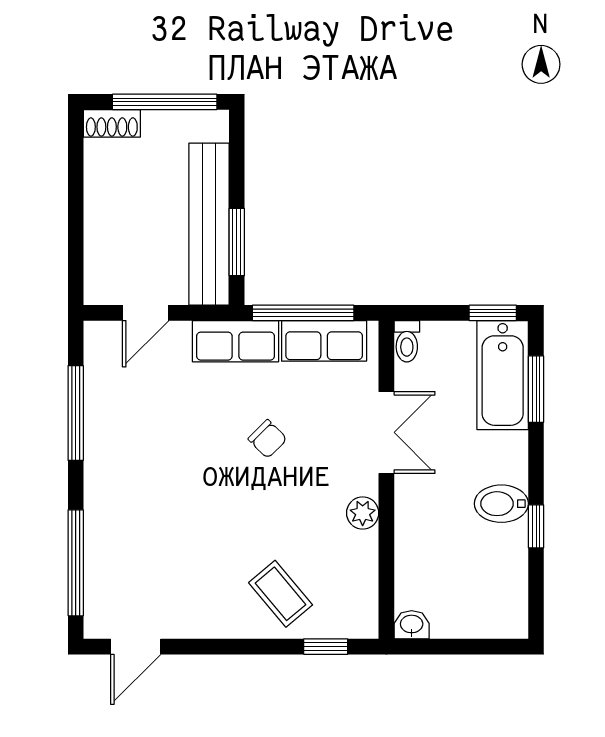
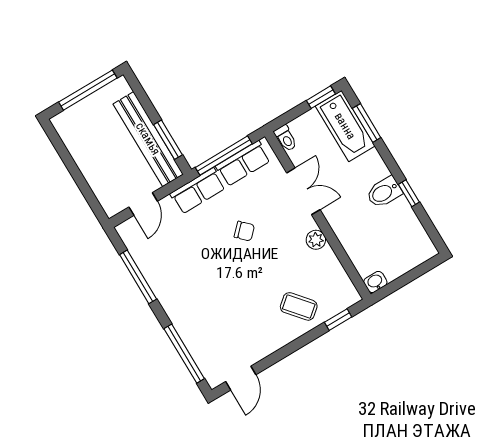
shoe rack: (112, 123) -> (67, 117), removed

